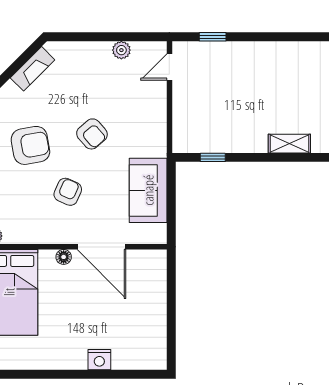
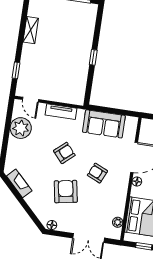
plant: (121, 50) -> (21, 128), width x1.87, depth x1.87
tv unit: (157, 119) -> (61, 112), added
shelving: (289, 144) -> (31, 30), moved
window: (213, 157) -> (93, 57), moved

